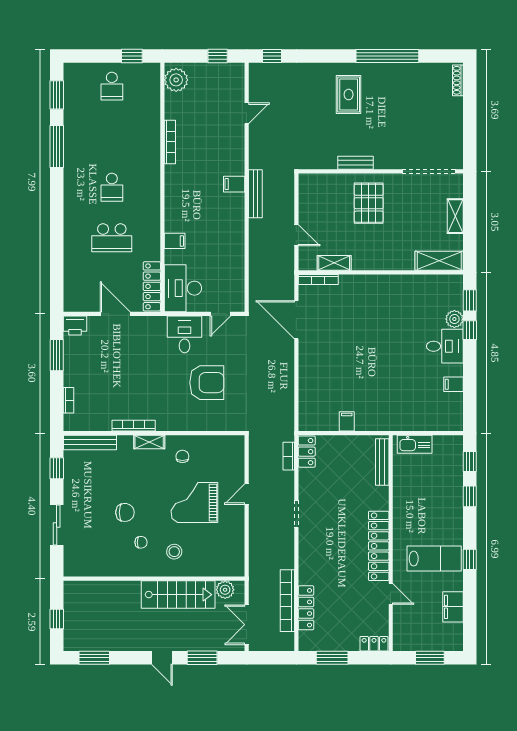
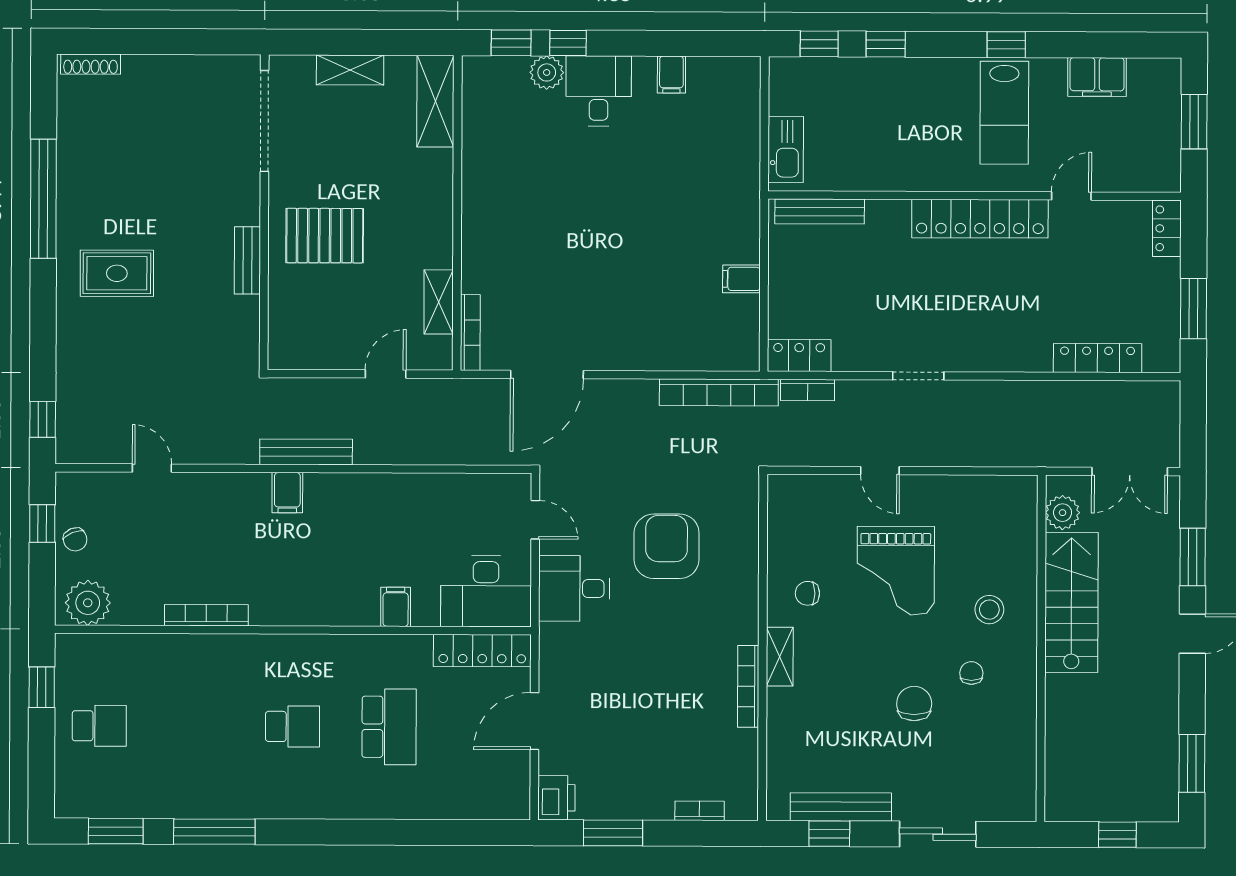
chair: (209, 73) -> (75, 539), added
bench: (90, 442) -> (841, 807), moved, turned 90
lab bench: (434, 559) -> (1004, 113), turned 180
bookcase: (287, 601) -> (719, 392), moved

